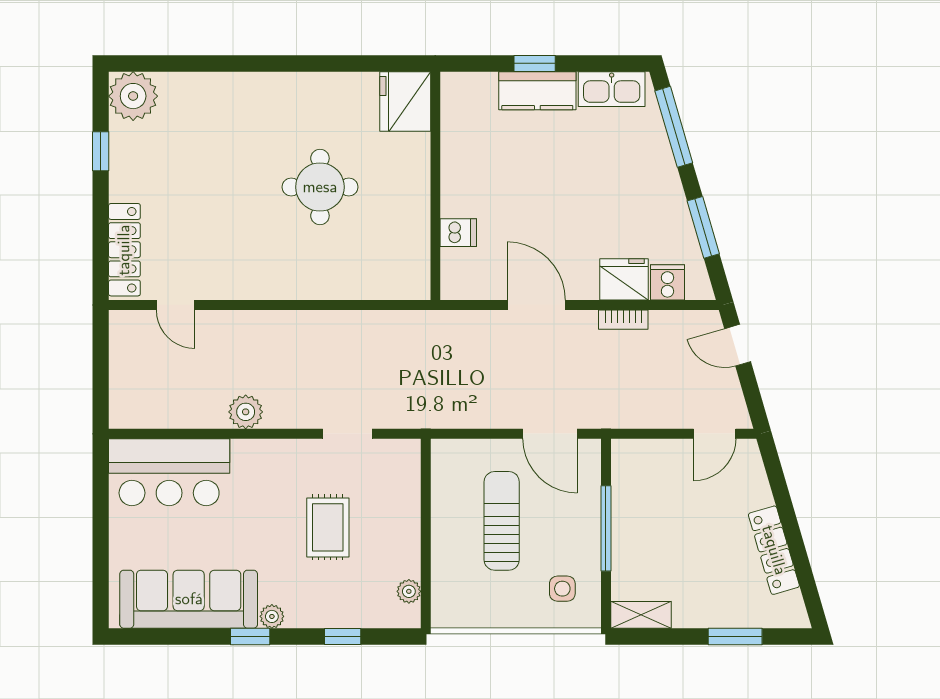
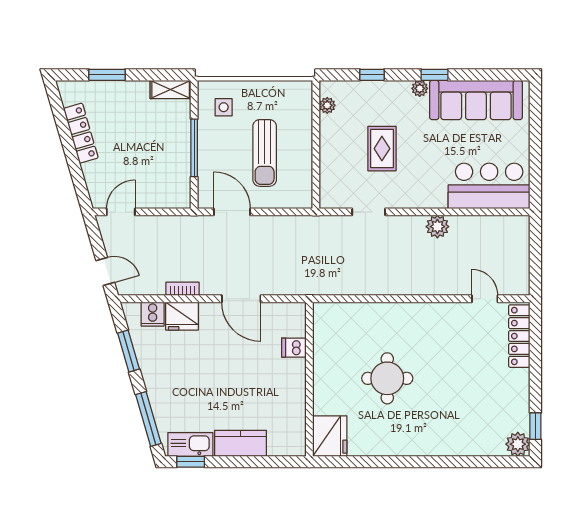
window: (535, 63) -> (191, 462), moved
plant: (133, 96) -> (518, 444), width x0.73, depth x0.73
window: (101, 151) -> (535, 426), moved

